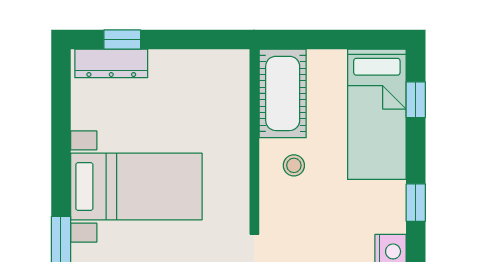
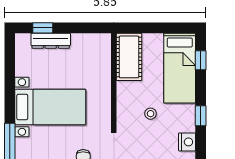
dresser: (111, 63) -> (51, 41), moved
stool: (294, 165) -> (151, 114), moved

